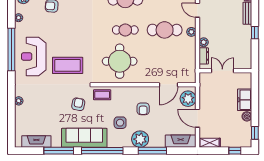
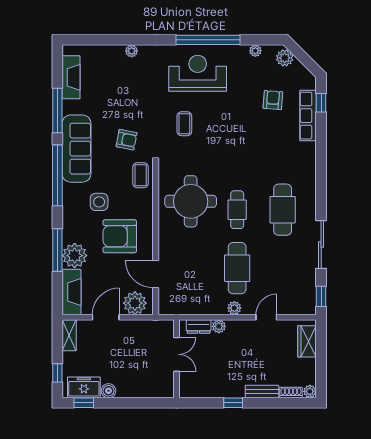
coffee table: (68, 65) -> (184, 124), width x0.54, depth x0.58
freezer: (245, 100) -> (84, 387), moved
armchair: (143, 109) -> (120, 236), width x1.88, depth x1.88
plant: (140, 139) -> (75, 256), moved

